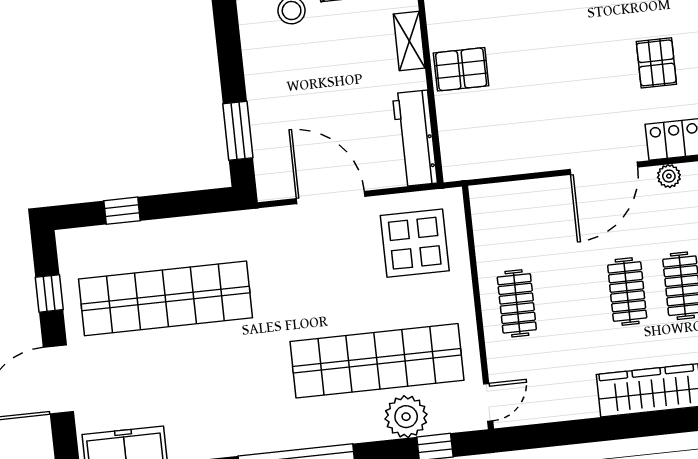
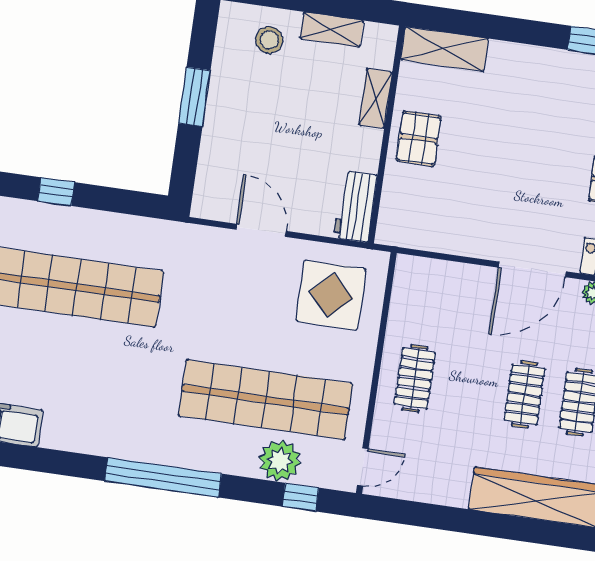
pallet: (461, 69) -> (419, 139), turned 90
window: (238, 131) -> (194, 97), moved
workbench: (415, 138) -> (355, 206), width x0.73
door: (331, 198) -> (261, 230), width x0.73

